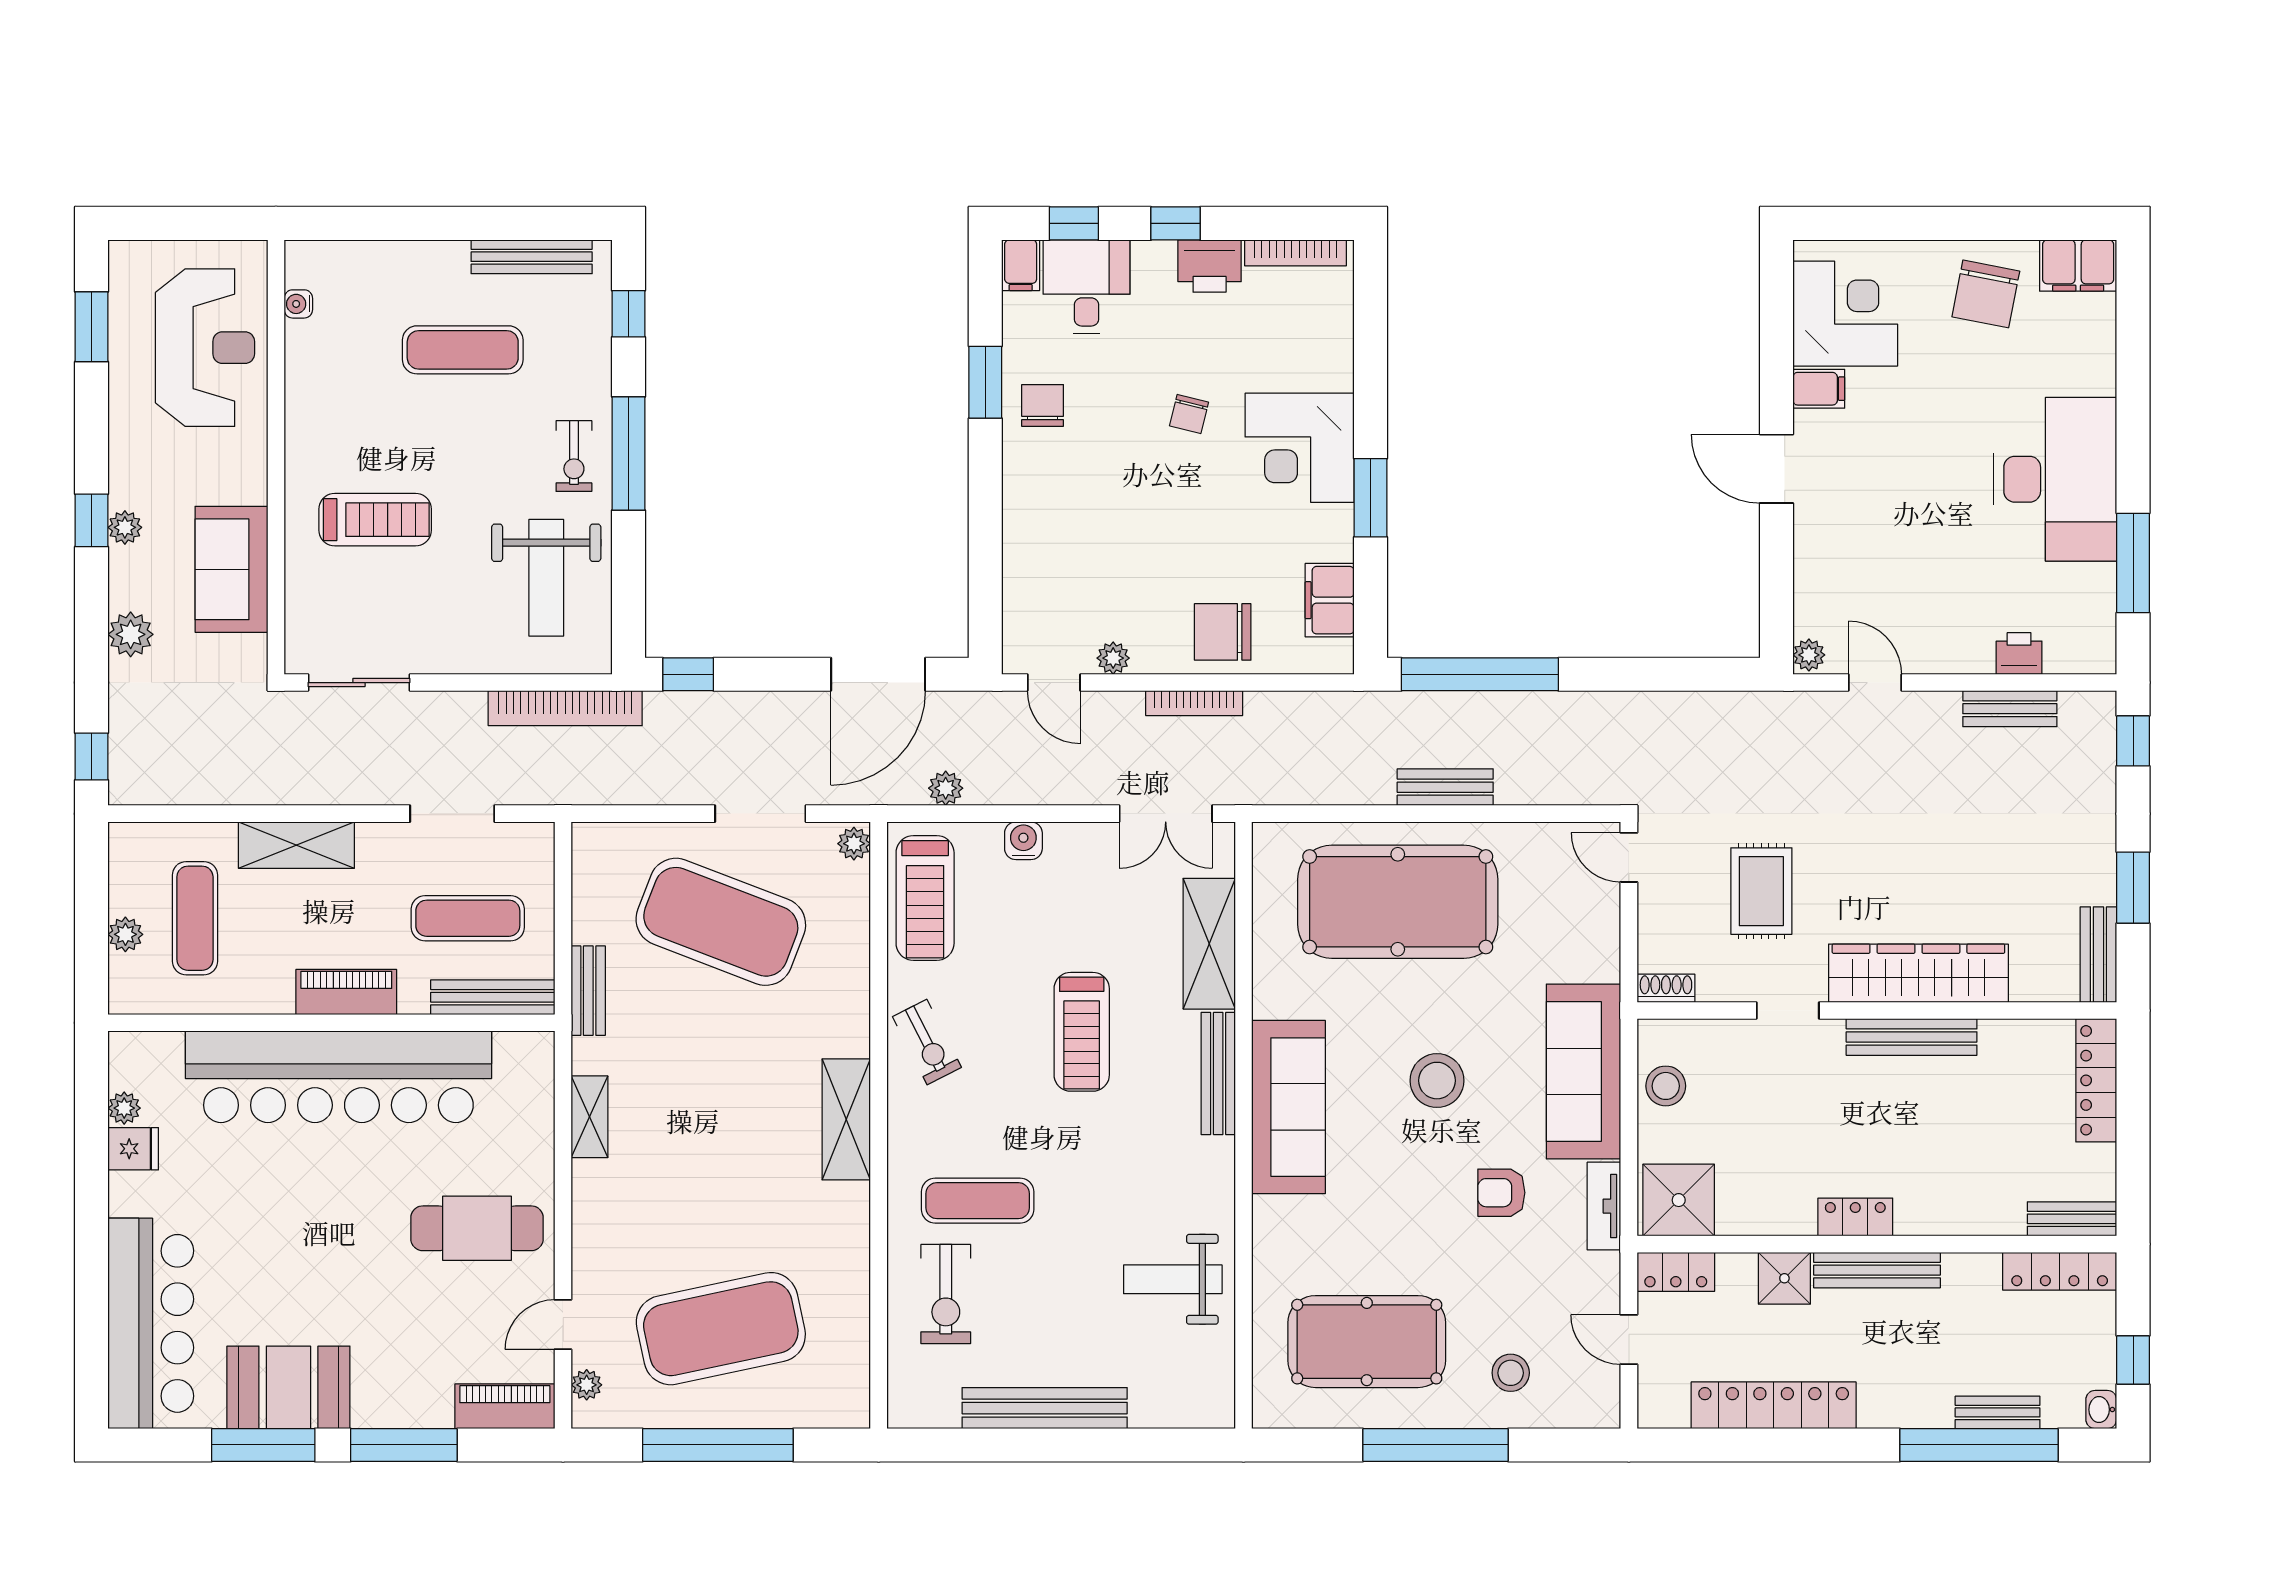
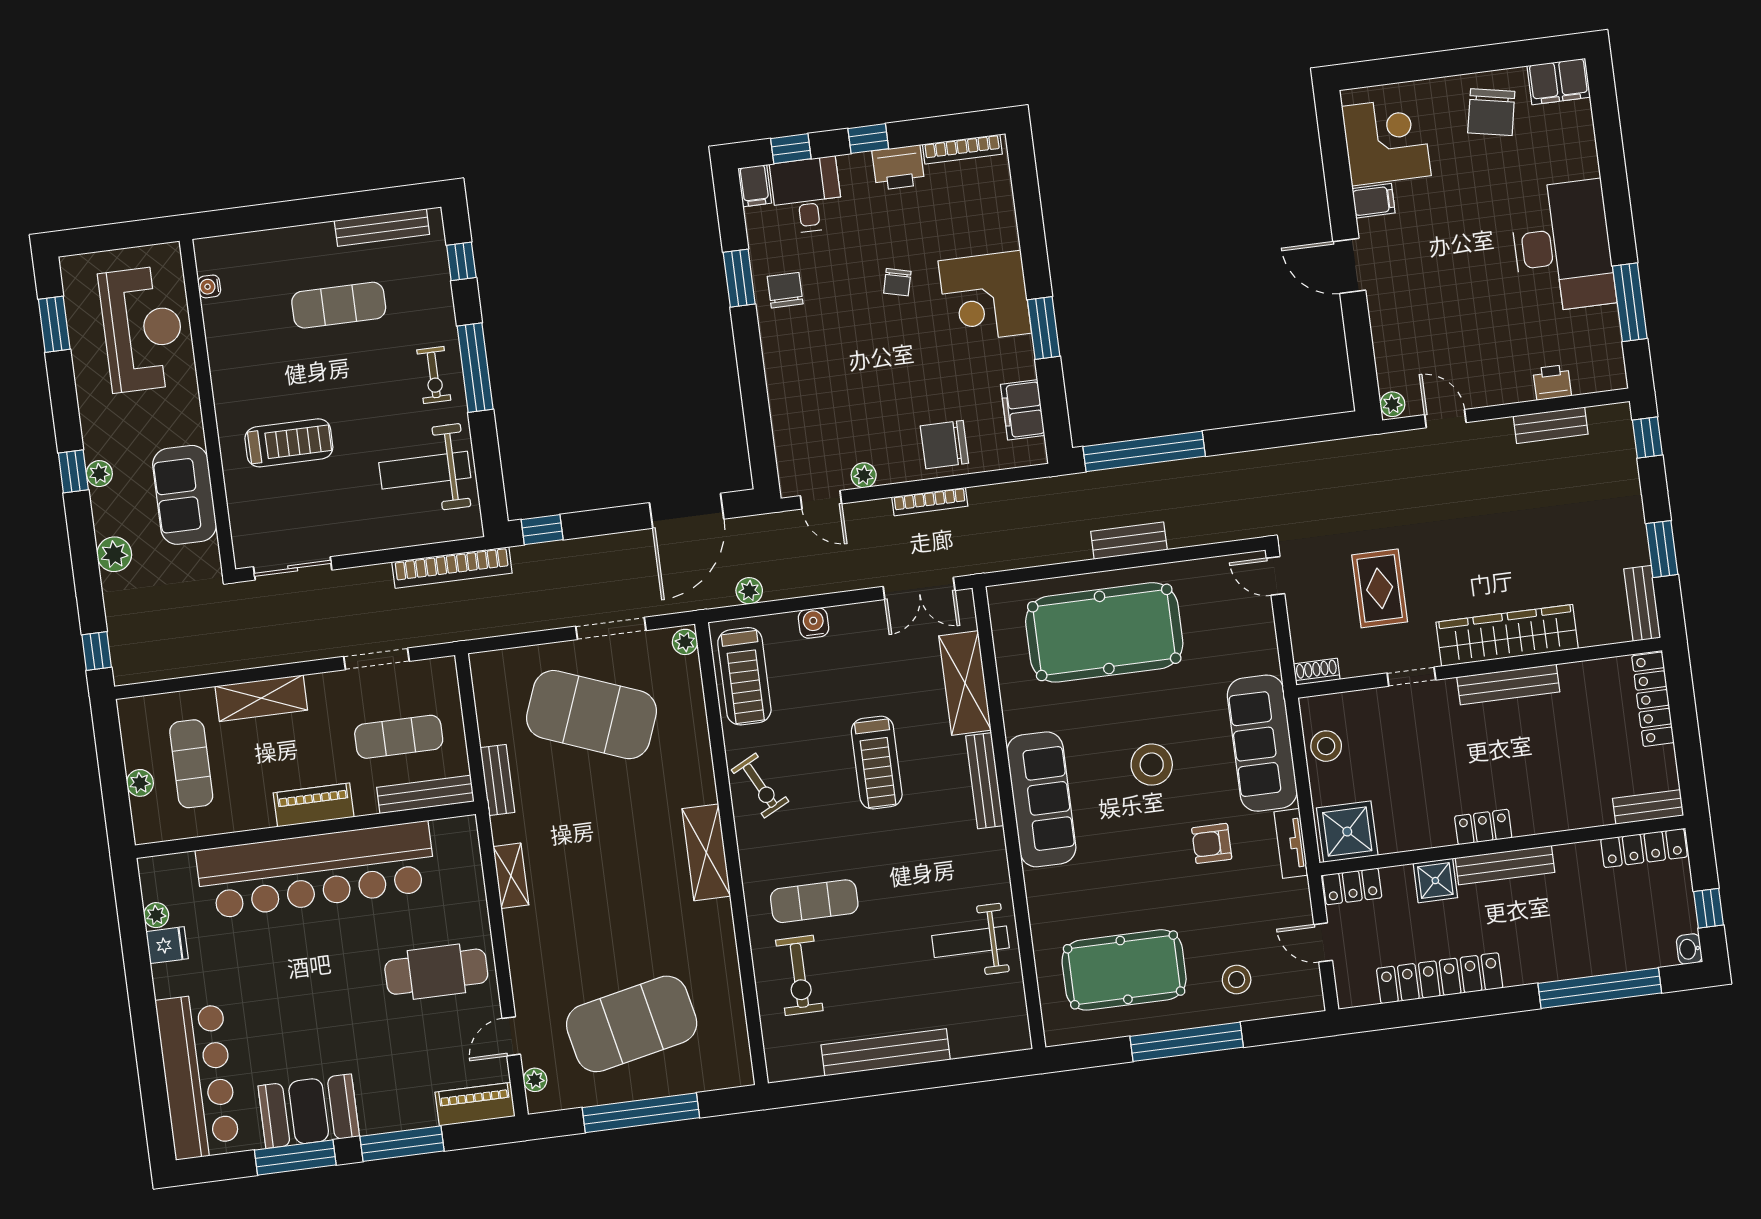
weight bench: (546, 578) -> (425, 470), turned 90
bench: (1998, 1412) -> (1611, 962), removed

